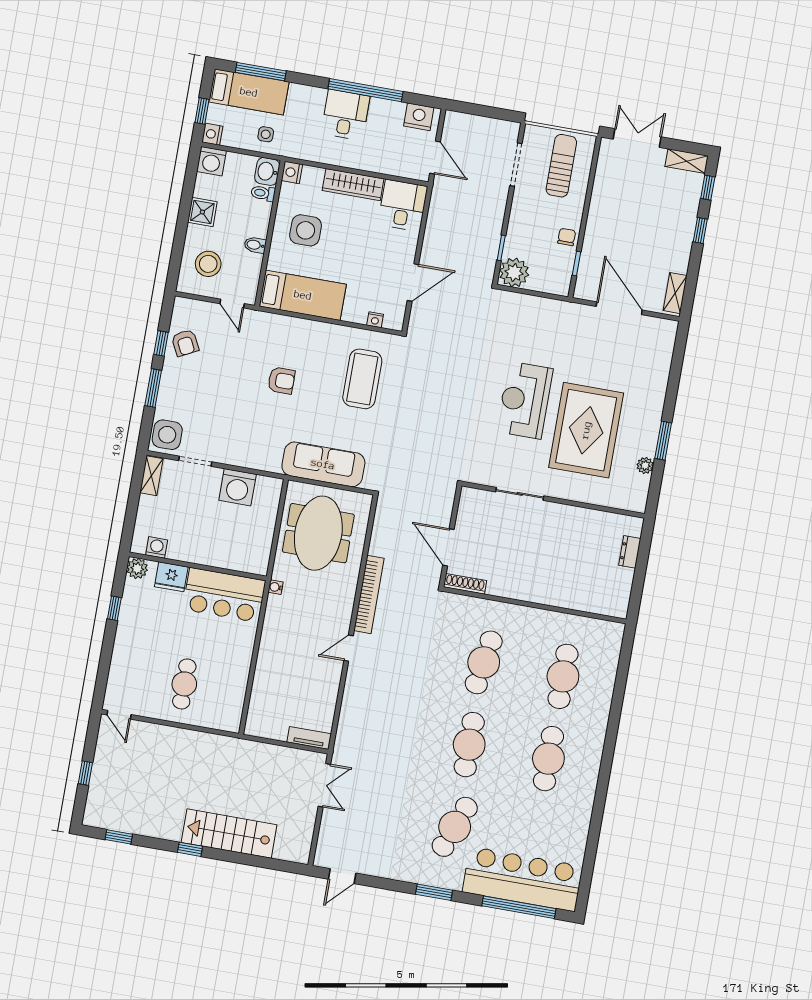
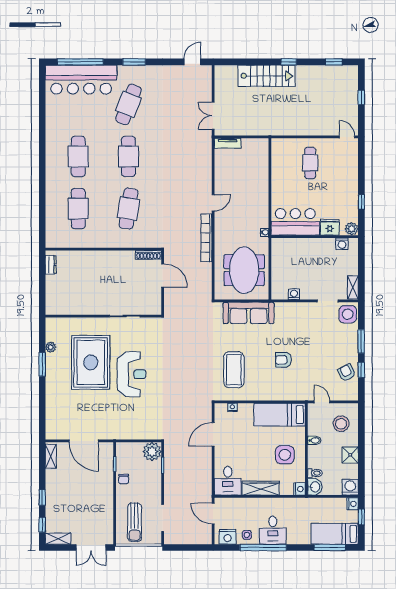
side table: (266, 134) -> (247, 535), moved
washing machine: (238, 487) -> (294, 294), width x0.53, depth x0.53
dresser: (630, 552) -> (51, 265), moved

